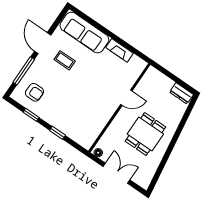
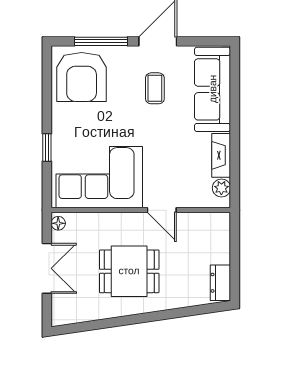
plant: (136, 61) -> (221, 188), added
armchair: (34, 92) -> (82, 77), width x1.88, depth x1.88
window: (31, 115) -> (47, 94), removed
corner sofa: (89, 117) -> (99, 177), added

